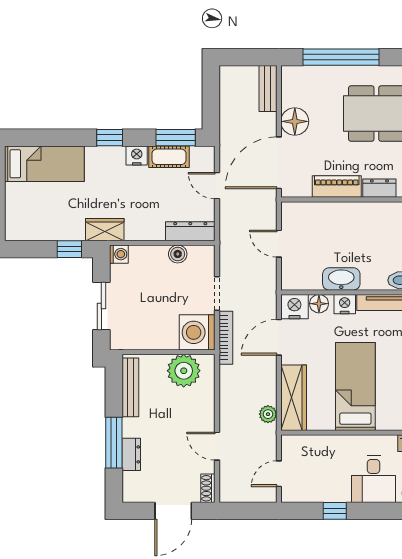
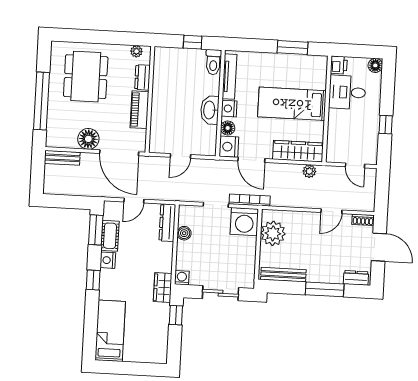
dresser: (131, 454) -> (356, 278), moved
desk: (374, 479) -> (347, 92), moved, turned 180

